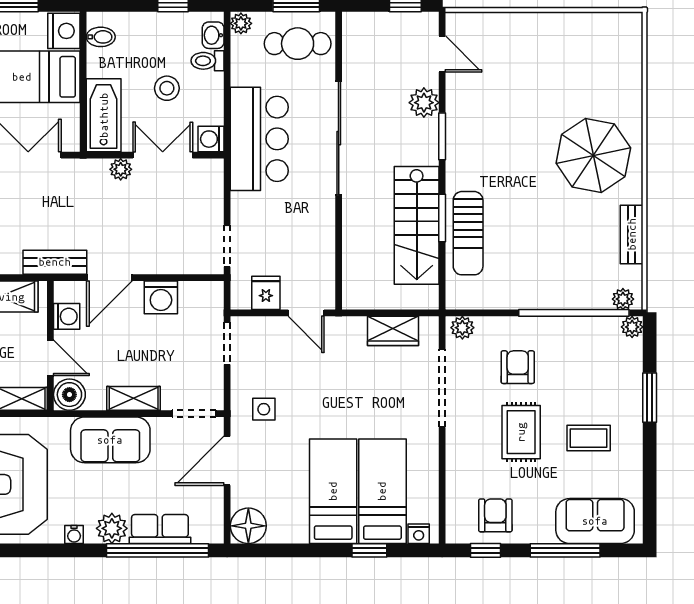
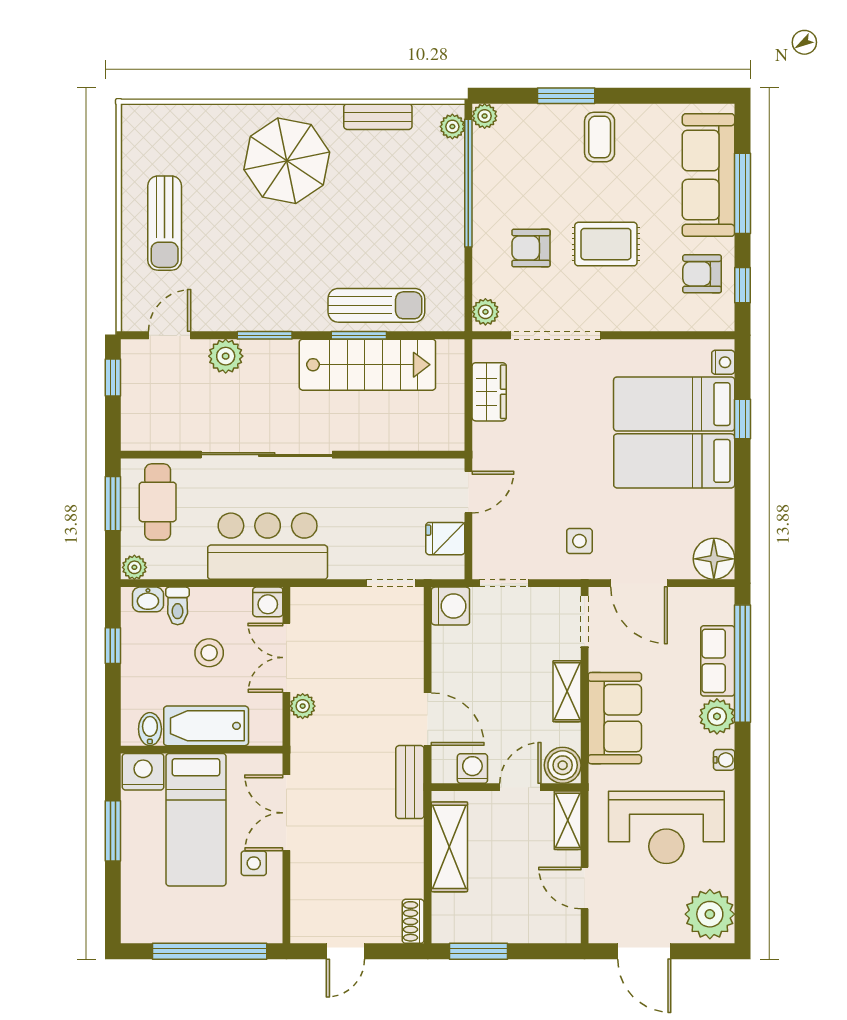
sun lounger: (539, 50) -> (165, 223), added
bathtub: (104, 115) -> (206, 726), moved
washing machine: (161, 297) -> (450, 606), moved
coffee table: (589, 438) -> (600, 137), moved
sofa: (595, 521) -> (708, 175), width x1.36

